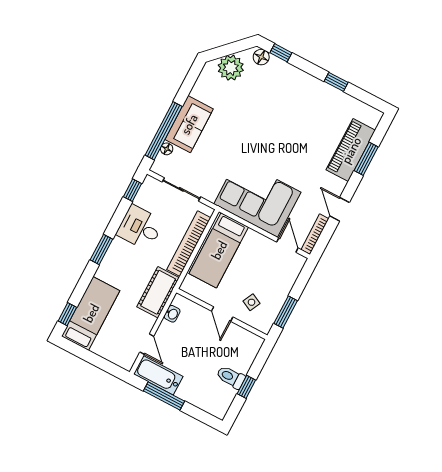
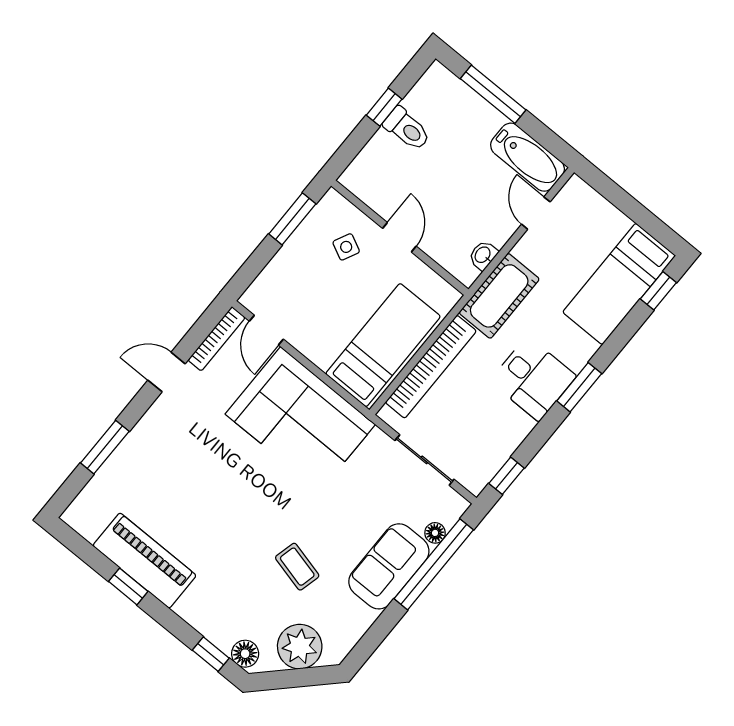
coffee table: (242, 113) -> (297, 567), added
piano: (351, 150) -> (145, 561), moved, turned -90
door: (340, 209) -> (167, 372), swing flipped
desk: (140, 228) -> (533, 379), moved
window: (164, 396) -> (493, 94), moved

